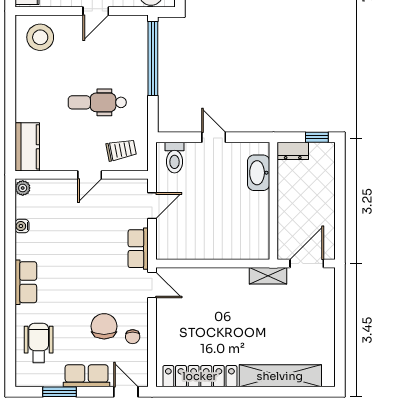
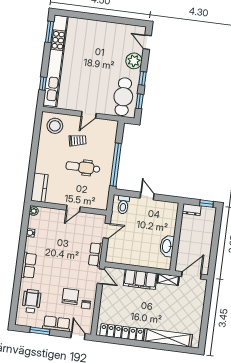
window: (153, 59) -> (116, 165), moved
trolley: (121, 150) -> (78, 140), moved
washbasin: (259, 173) -> (167, 246), moved
filing cabinet: (220, 282) -> (140, 279), added

